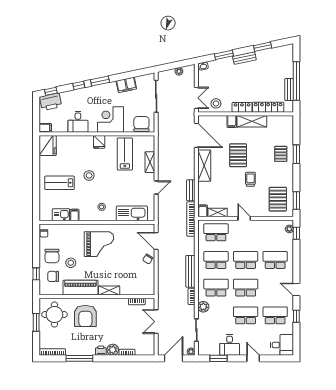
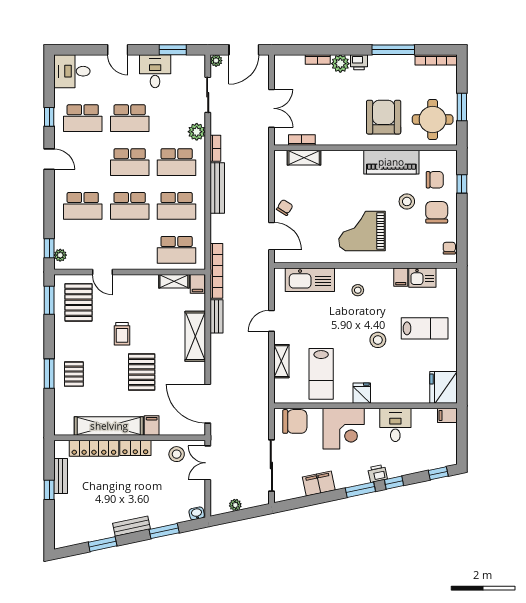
window: (296, 81) -> (49, 490), width x0.32
printer: (51, 102) -> (377, 473), moved, width x0.53, depth x0.68
shelving: (252, 121) -> (109, 426), width x1.47
chair: (141, 124) -> (295, 421), turned -90
shelving: (204, 166) -> (195, 336), moved
door: (244, 218) -> (102, 272), moved
shelving: (109, 290) -> (304, 158), moved

